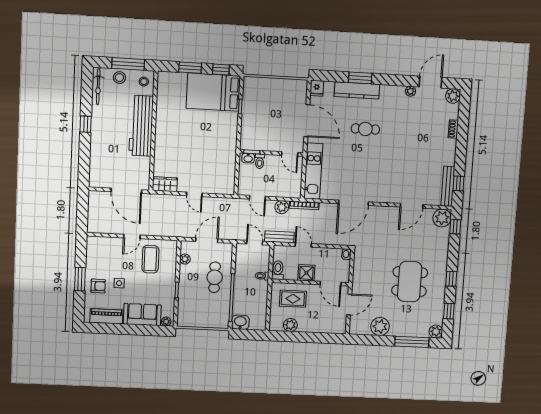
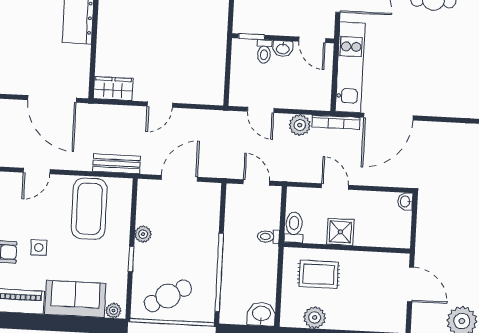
washbasin: (248, 158) -> (283, 49), moved
door: (194, 194) -> (160, 105), hinge flipped
door: (353, 203) -> (388, 117), moved
door: (132, 236) -> (37, 171), moved
bench: (279, 237) -> (117, 164), moved
coffee table: (150, 259) -> (89, 209), width x1.36, depth x1.32
plant: (185, 259) -> (143, 234), moved
cafe table: (215, 277) -> (168, 296), moved, turned 61
door: (331, 283) -> (380, 250), removed
door: (349, 305) -> (411, 284), hinge flipped
washbasin: (240, 322) -> (261, 314), moved

